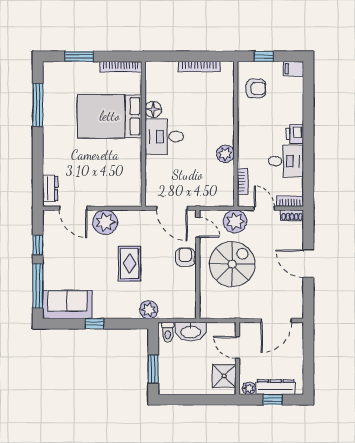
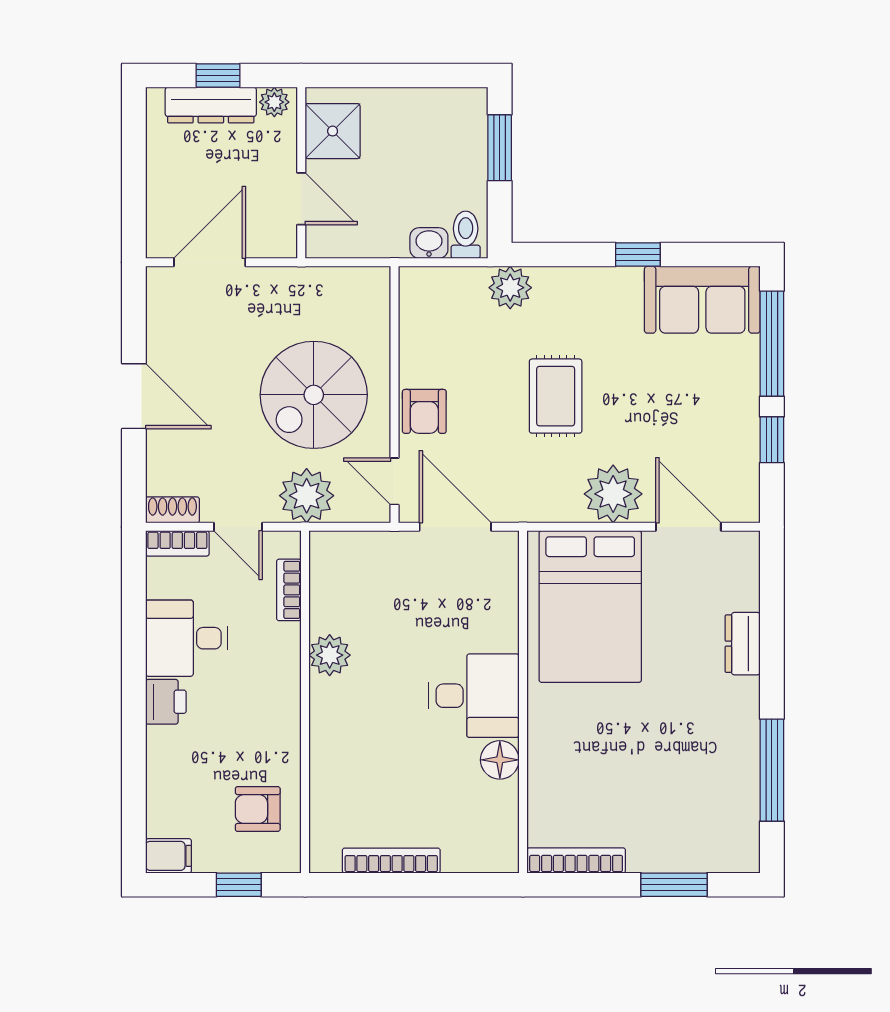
bed: (110, 116) -> (590, 607), moved, turned 90
dresser: (50, 188) -> (743, 644), moved
washbasin: (191, 331) -> (429, 243), width x0.52, depth x0.69

